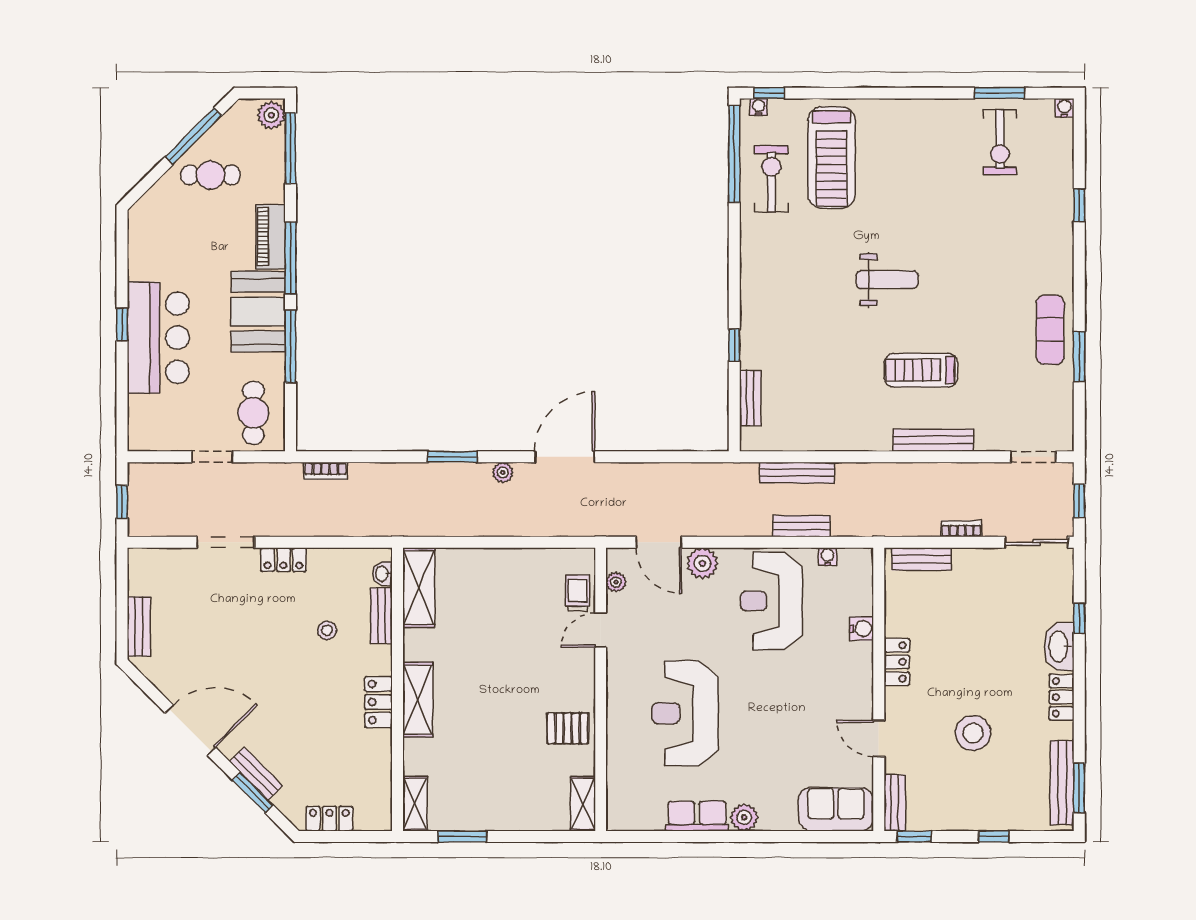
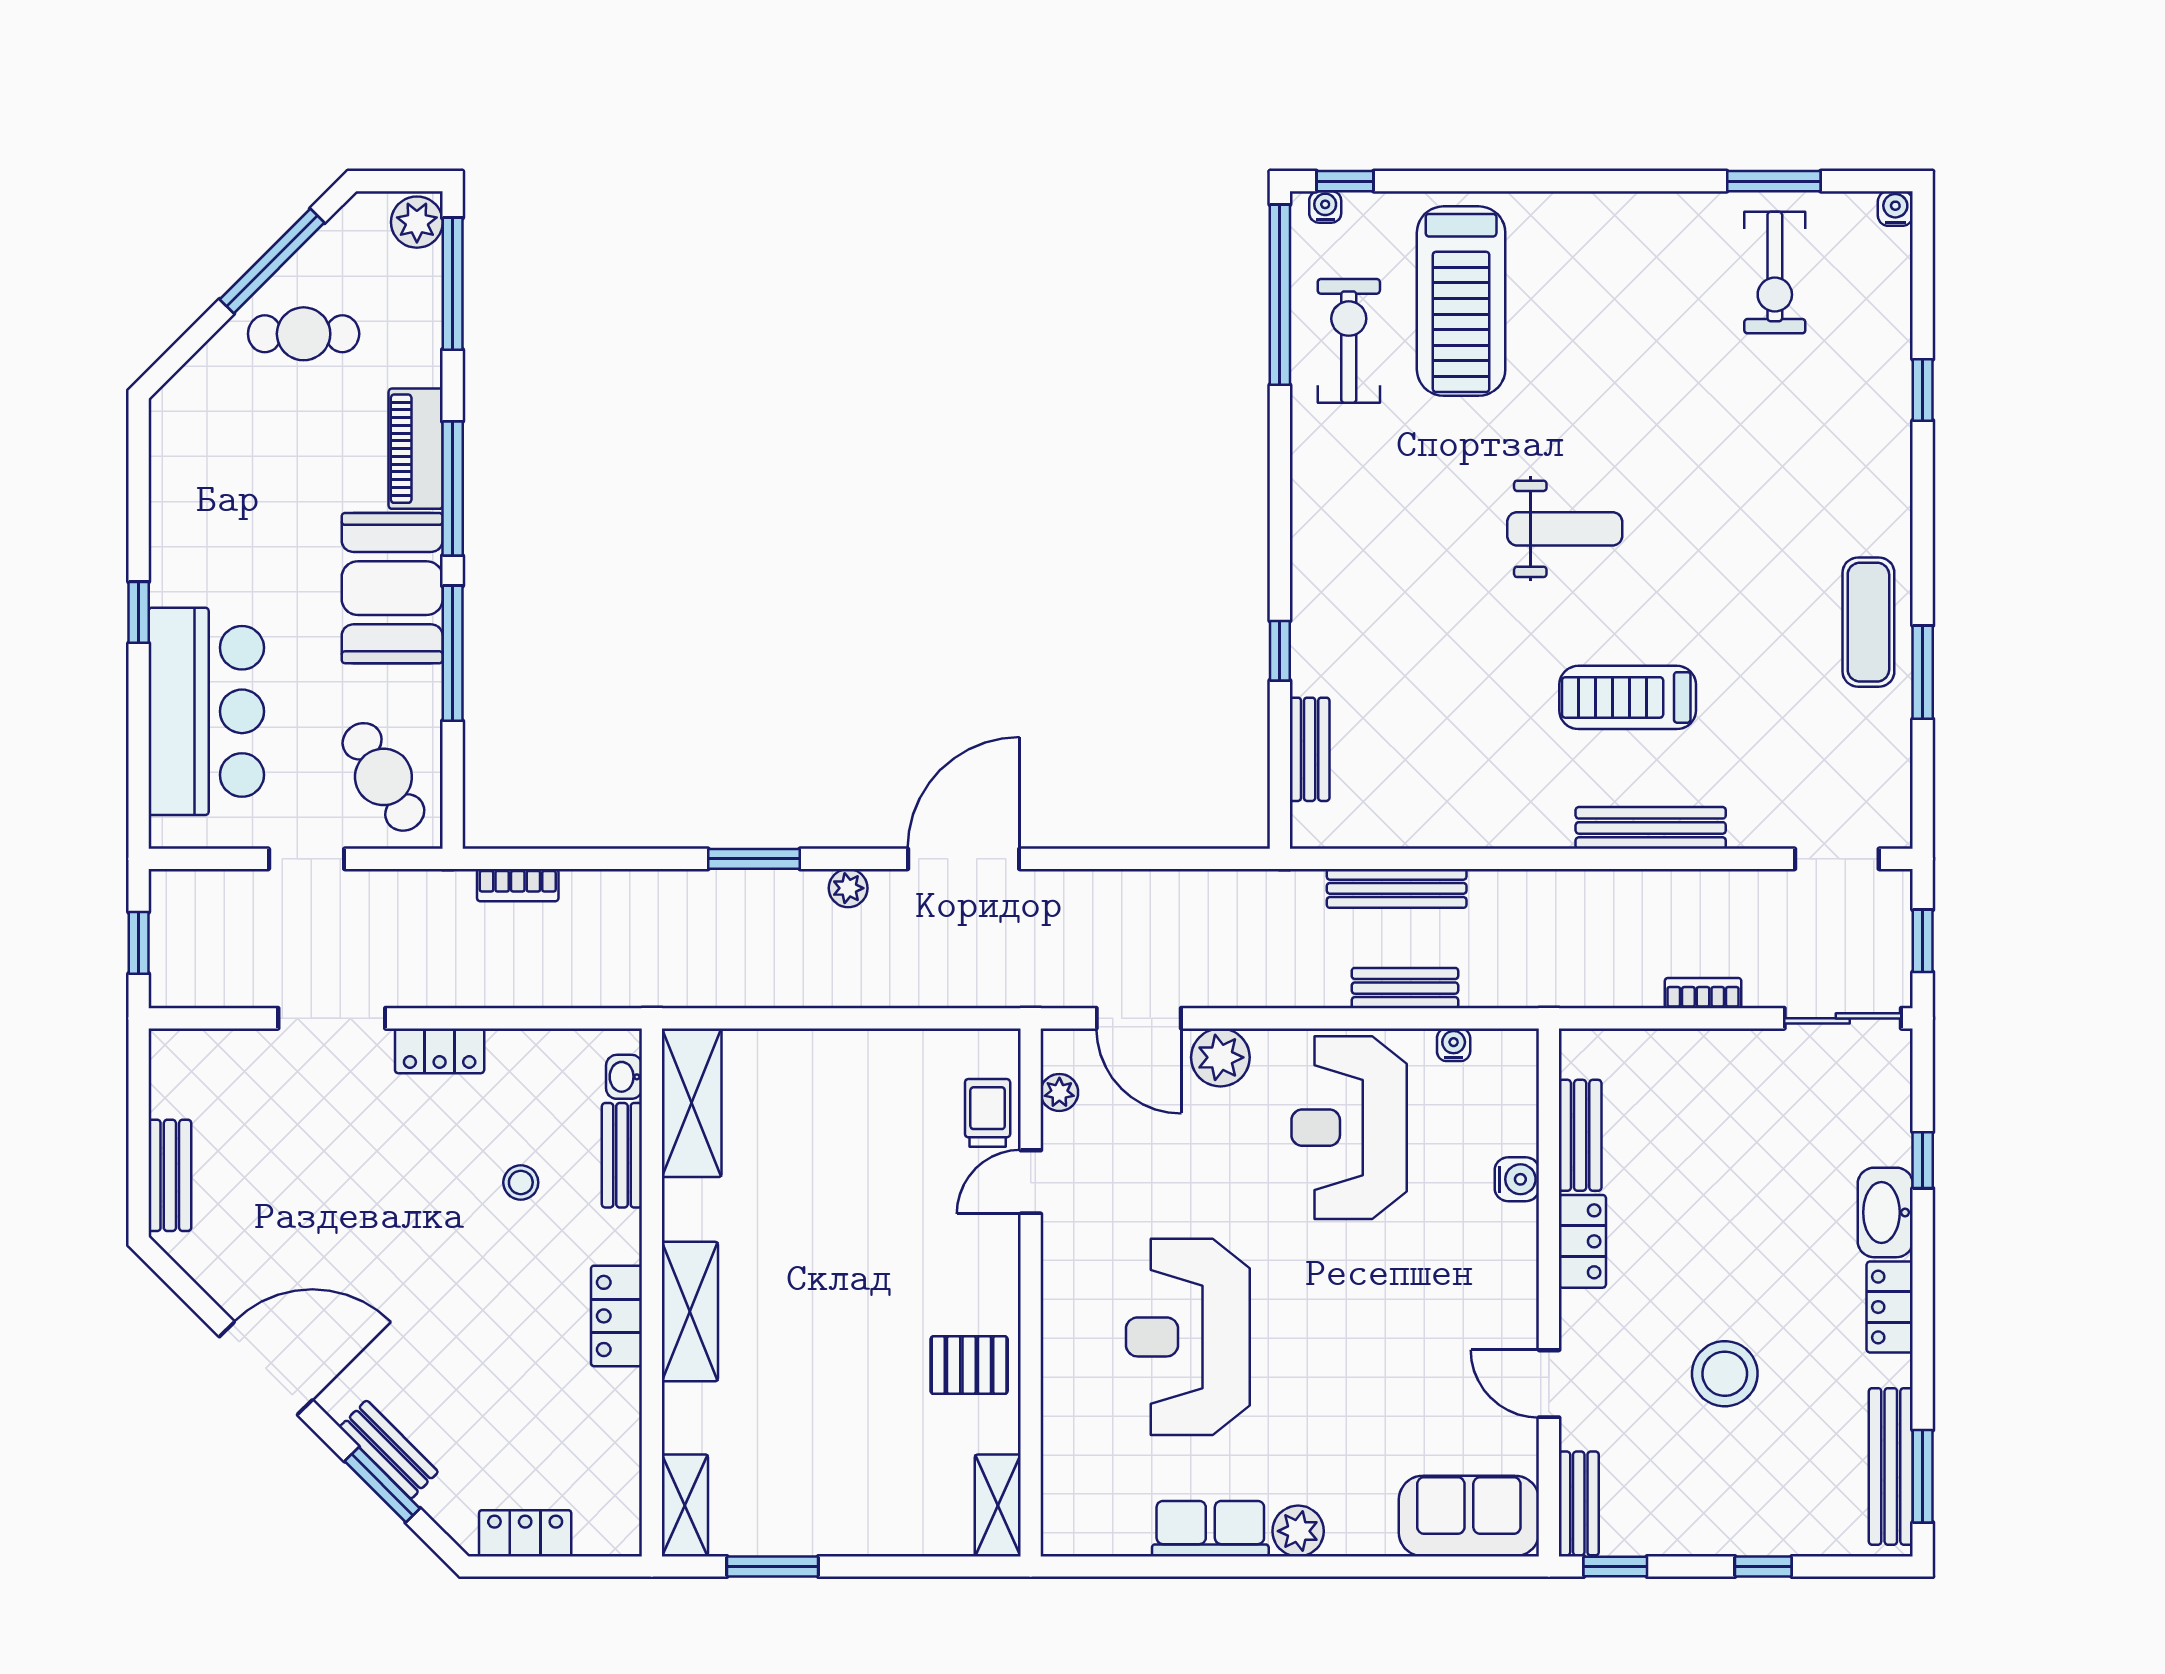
bar counter: (158, 338) -> (206, 711), moved
cafe table: (253, 413) -> (383, 777), turned -31
bench: (922, 559) -> (1580, 1135), moved, turned 90

